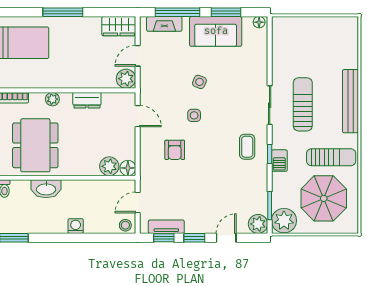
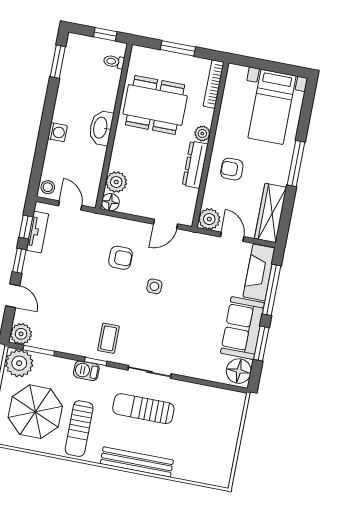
floor lamp: (259, 22) -> (239, 371), width x1.89, depth x1.89
fireplace: (164, 24) -> (259, 272), width x1.37, depth x1.32
wardrobe: (119, 26) -> (271, 213), width x1.50
armchair: (79, 67) -> (232, 169), added
side table: (199, 82) -> (190, 299), removed
dresser: (87, 100) -> (195, 165), width x1.44
sun lounger: (303, 104) -> (143, 409), turned 180
coffee table: (247, 147) -> (108, 338), turned 90
armchair: (175, 150) -> (120, 258), turned 180
washbasin: (46, 189) -> (101, 128), moved

